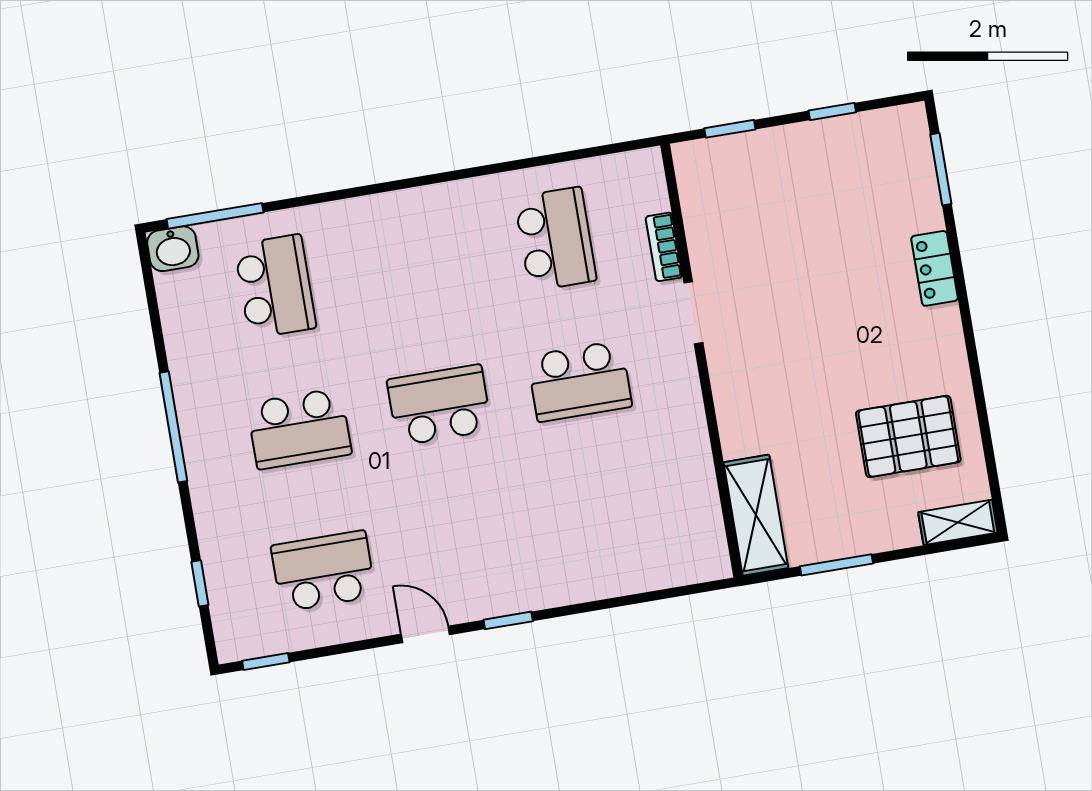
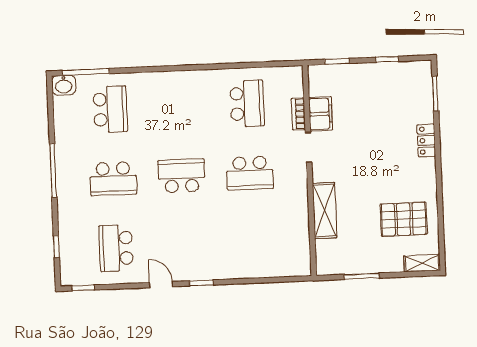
filing cabinet: (710, 241) -> (321, 114), added
shelving: (756, 515) -> (325, 210), moved
school desk: (323, 571) -> (116, 248), turned -90

